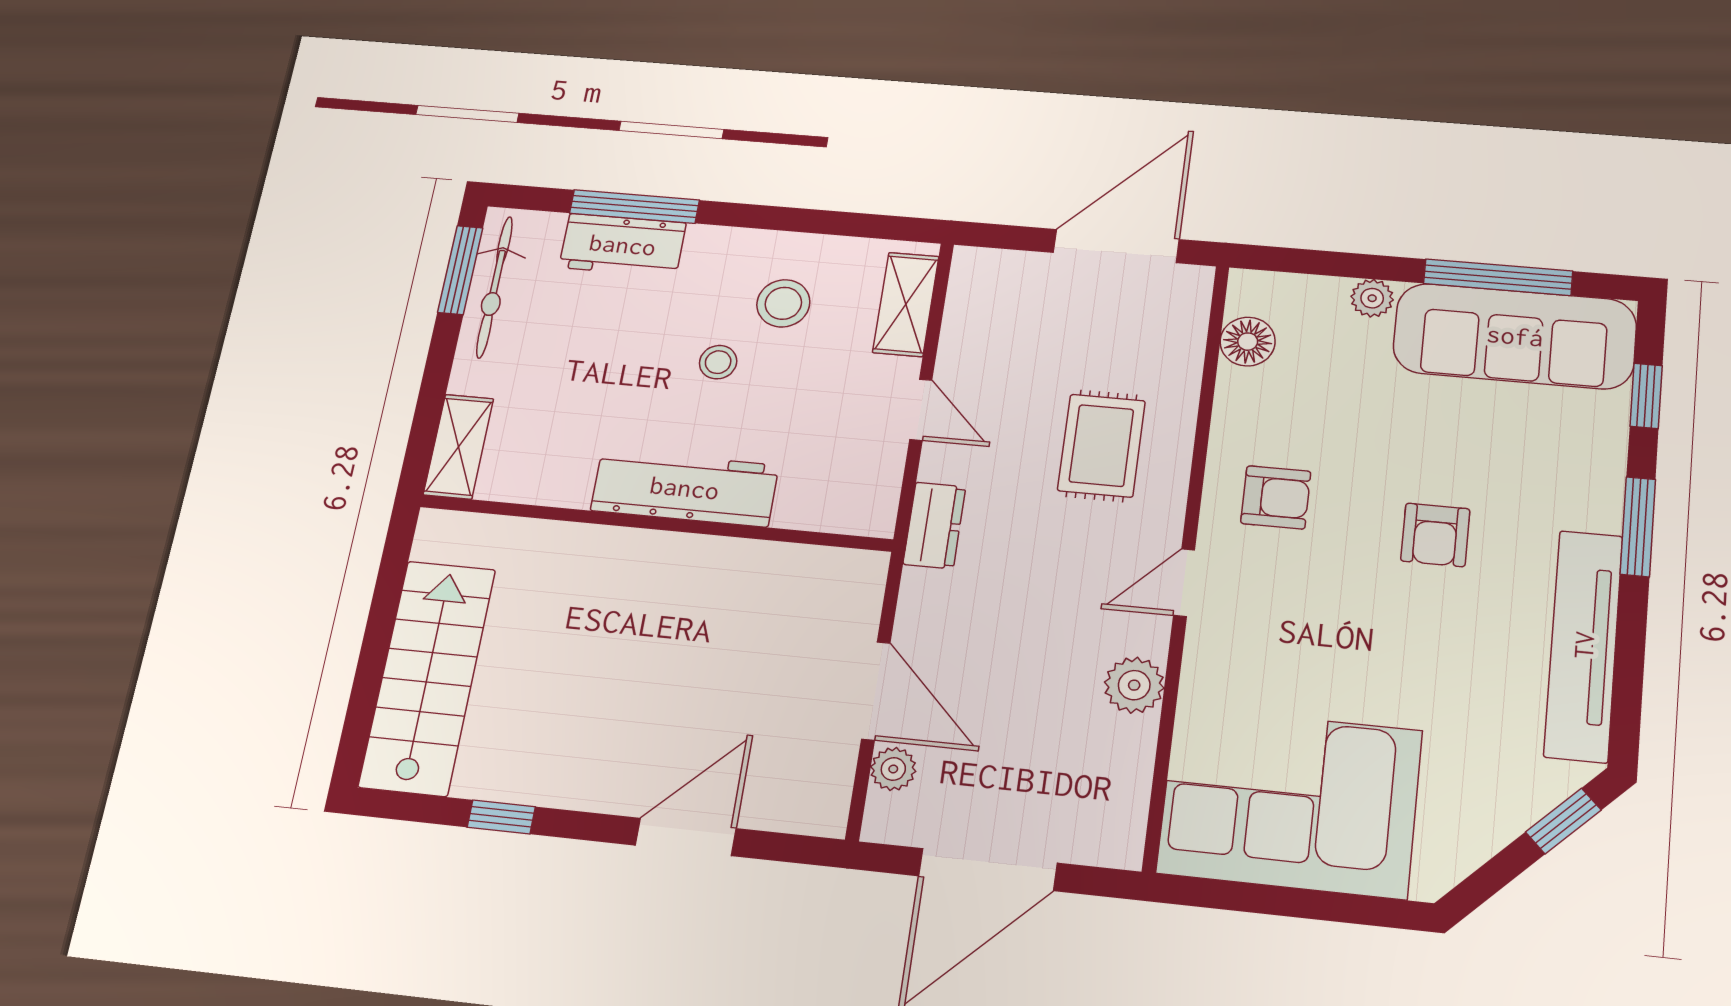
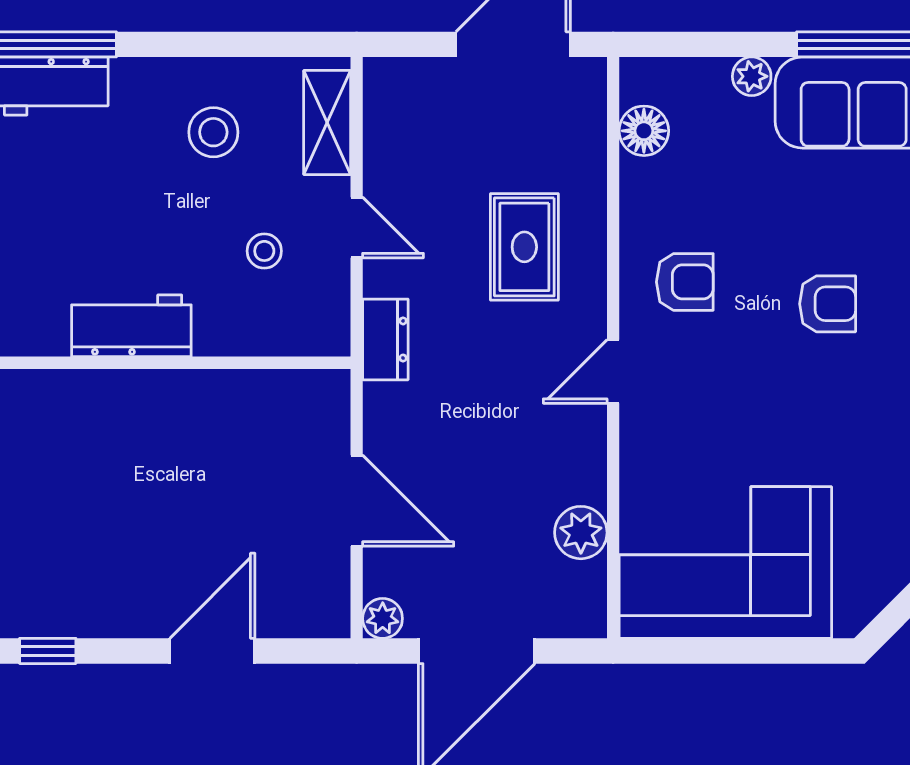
stool: (718, 362) -> (264, 251), moved
workbench: (685, 488) -> (131, 326), width x0.73
armchair: (1435, 535) -> (828, 304), turned -90
plant: (1134, 685) -> (581, 533), moved
plant: (893, 769) -> (383, 618), moved

